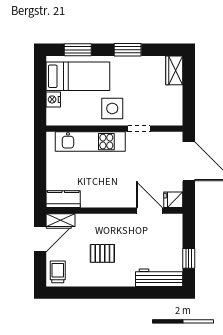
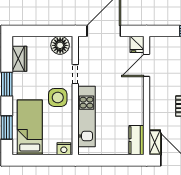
wardrobe: (174, 70) -> (19, 59), moved, turned -90
nightstand: (53, 99) -> (64, 149), moved
floor lamp: (172, 111) -> (60, 45), added

